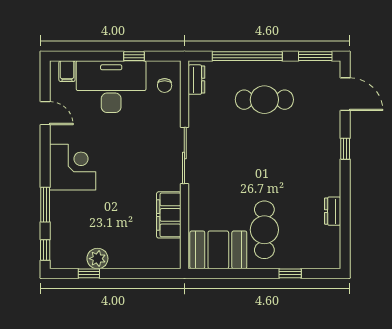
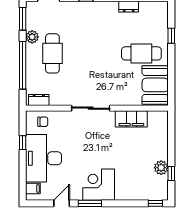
plant: (289, 70) -> (32, 37), added
window: (45, 205) -> (90, 203), moved

